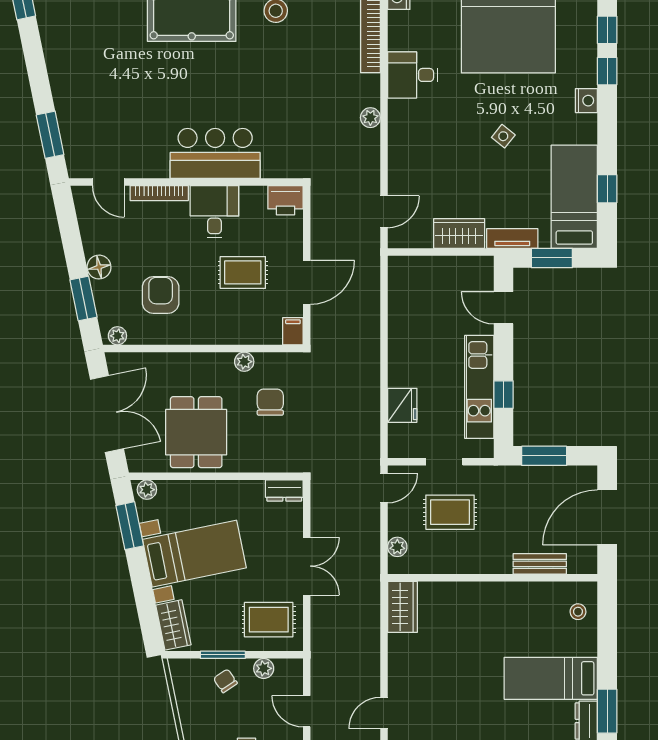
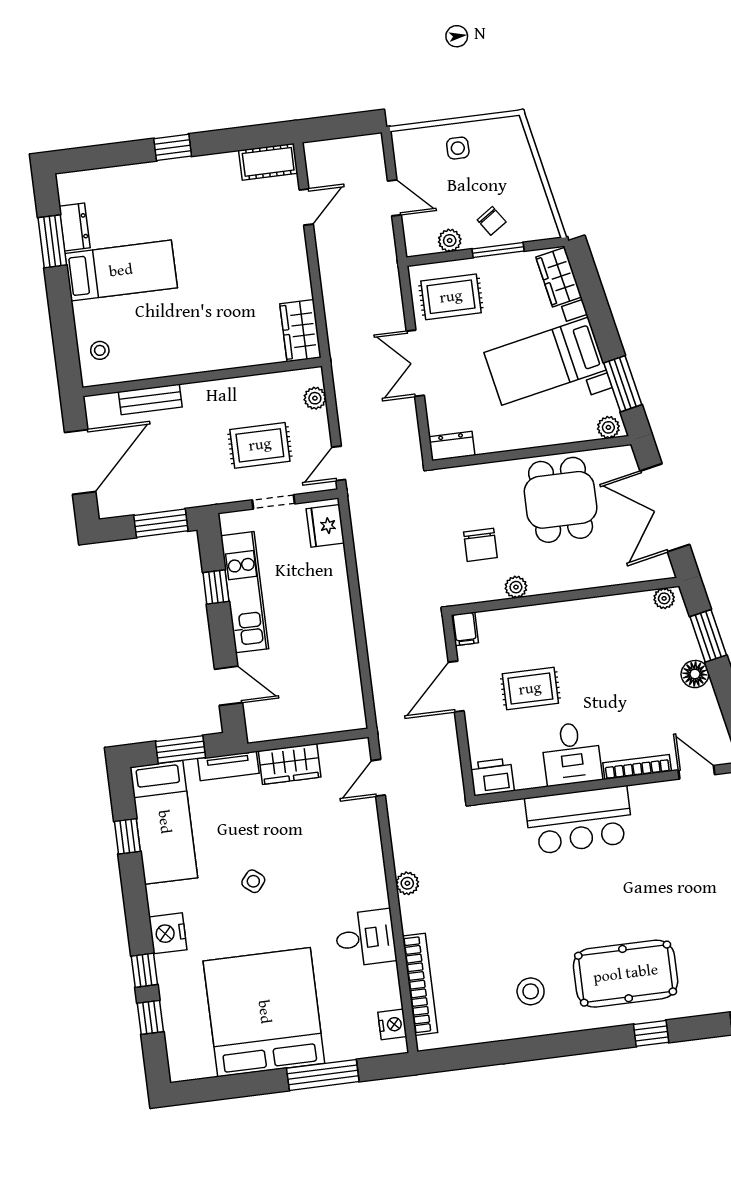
nightstand: (586, 101) -> (168, 933), width x1.36, depth x1.33
armchair: (161, 295) -> (621, 651), removed
fridge: (402, 405) -> (325, 526), moved

